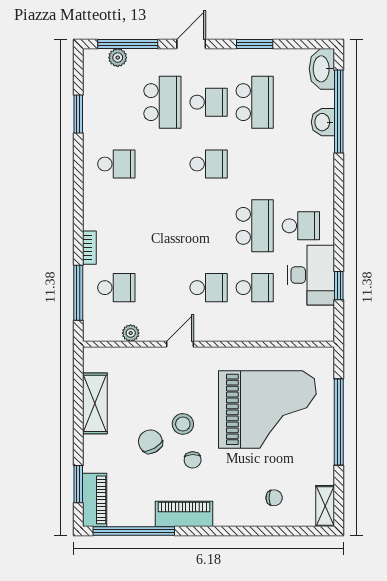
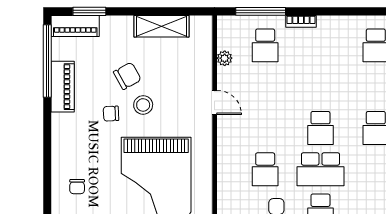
school desk: (209, 288) -> (320, 128), moved
piano: (184, 514) -> (63, 87), moved

